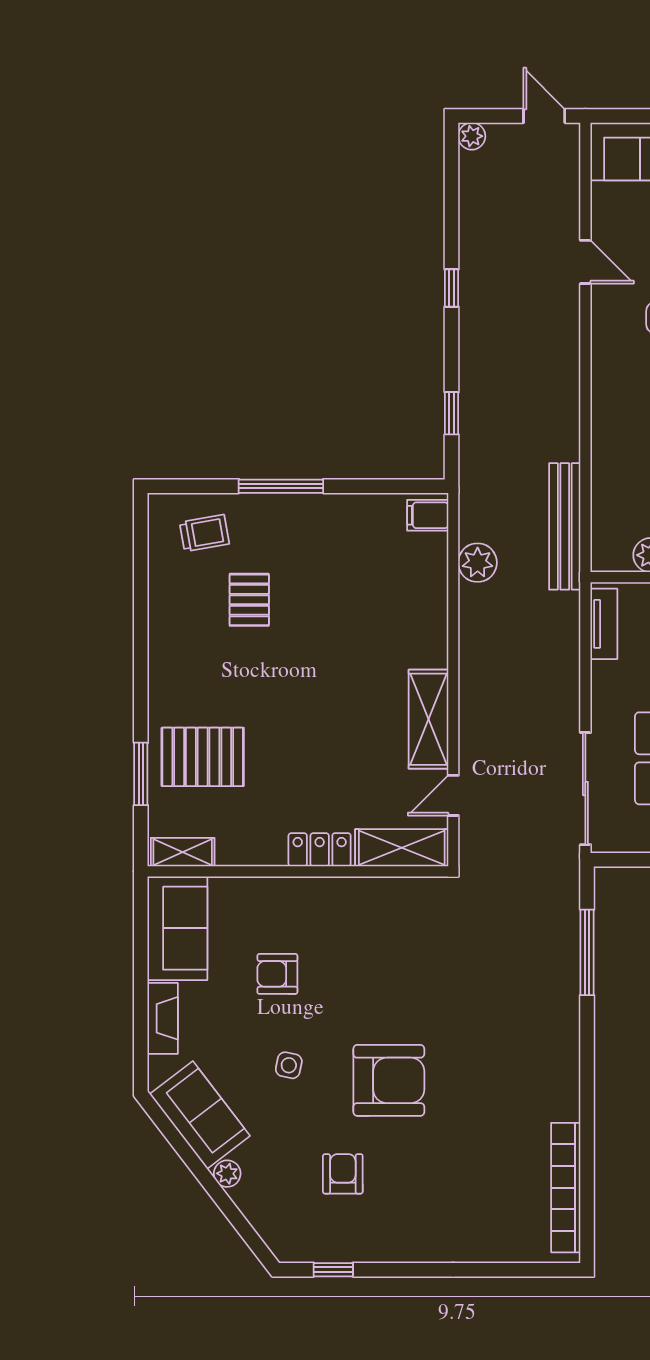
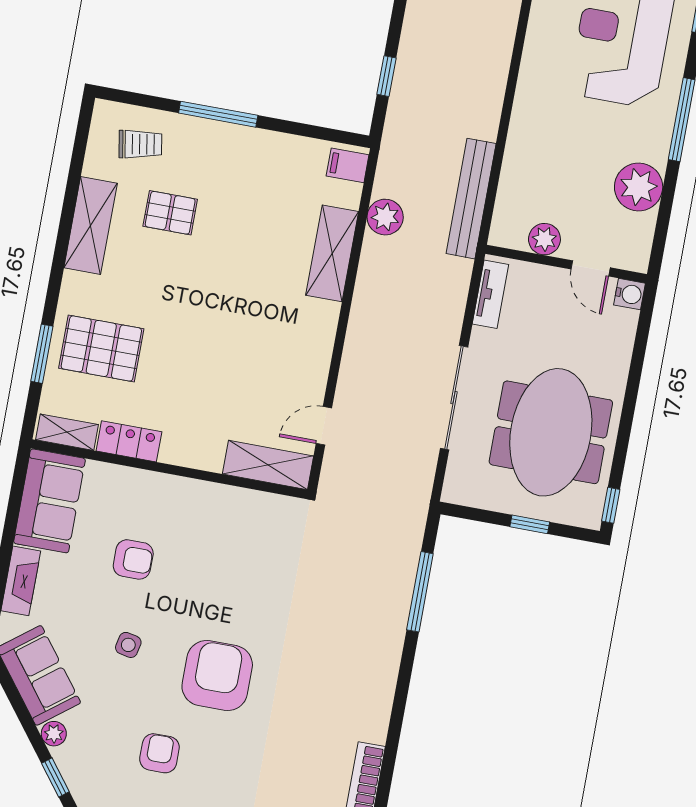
pallet: (249, 600) -> (170, 213), turned 90
shelving: (167, 629) -> (91, 225), added
shelving: (428, 719) -> (332, 253), moved
sliding door: (585, 789) -> (454, 398), moved
locker: (320, 850) -> (129, 441), moved
armchair: (277, 974) -> (133, 559), turned 180
armchair: (389, 1080) -> (217, 676), turned -90
window: (237, 1220) -> (55, 778), added

